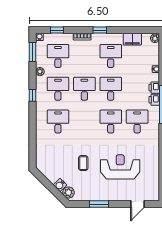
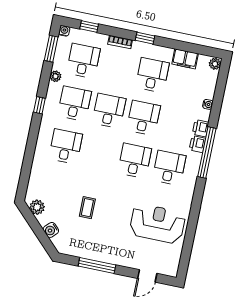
reception desk: (120, 167) -> (157, 224), moved
plant: (68, 193) -> (37, 207), moved
window: (99, 204) -> (97, 266), width x1.44

